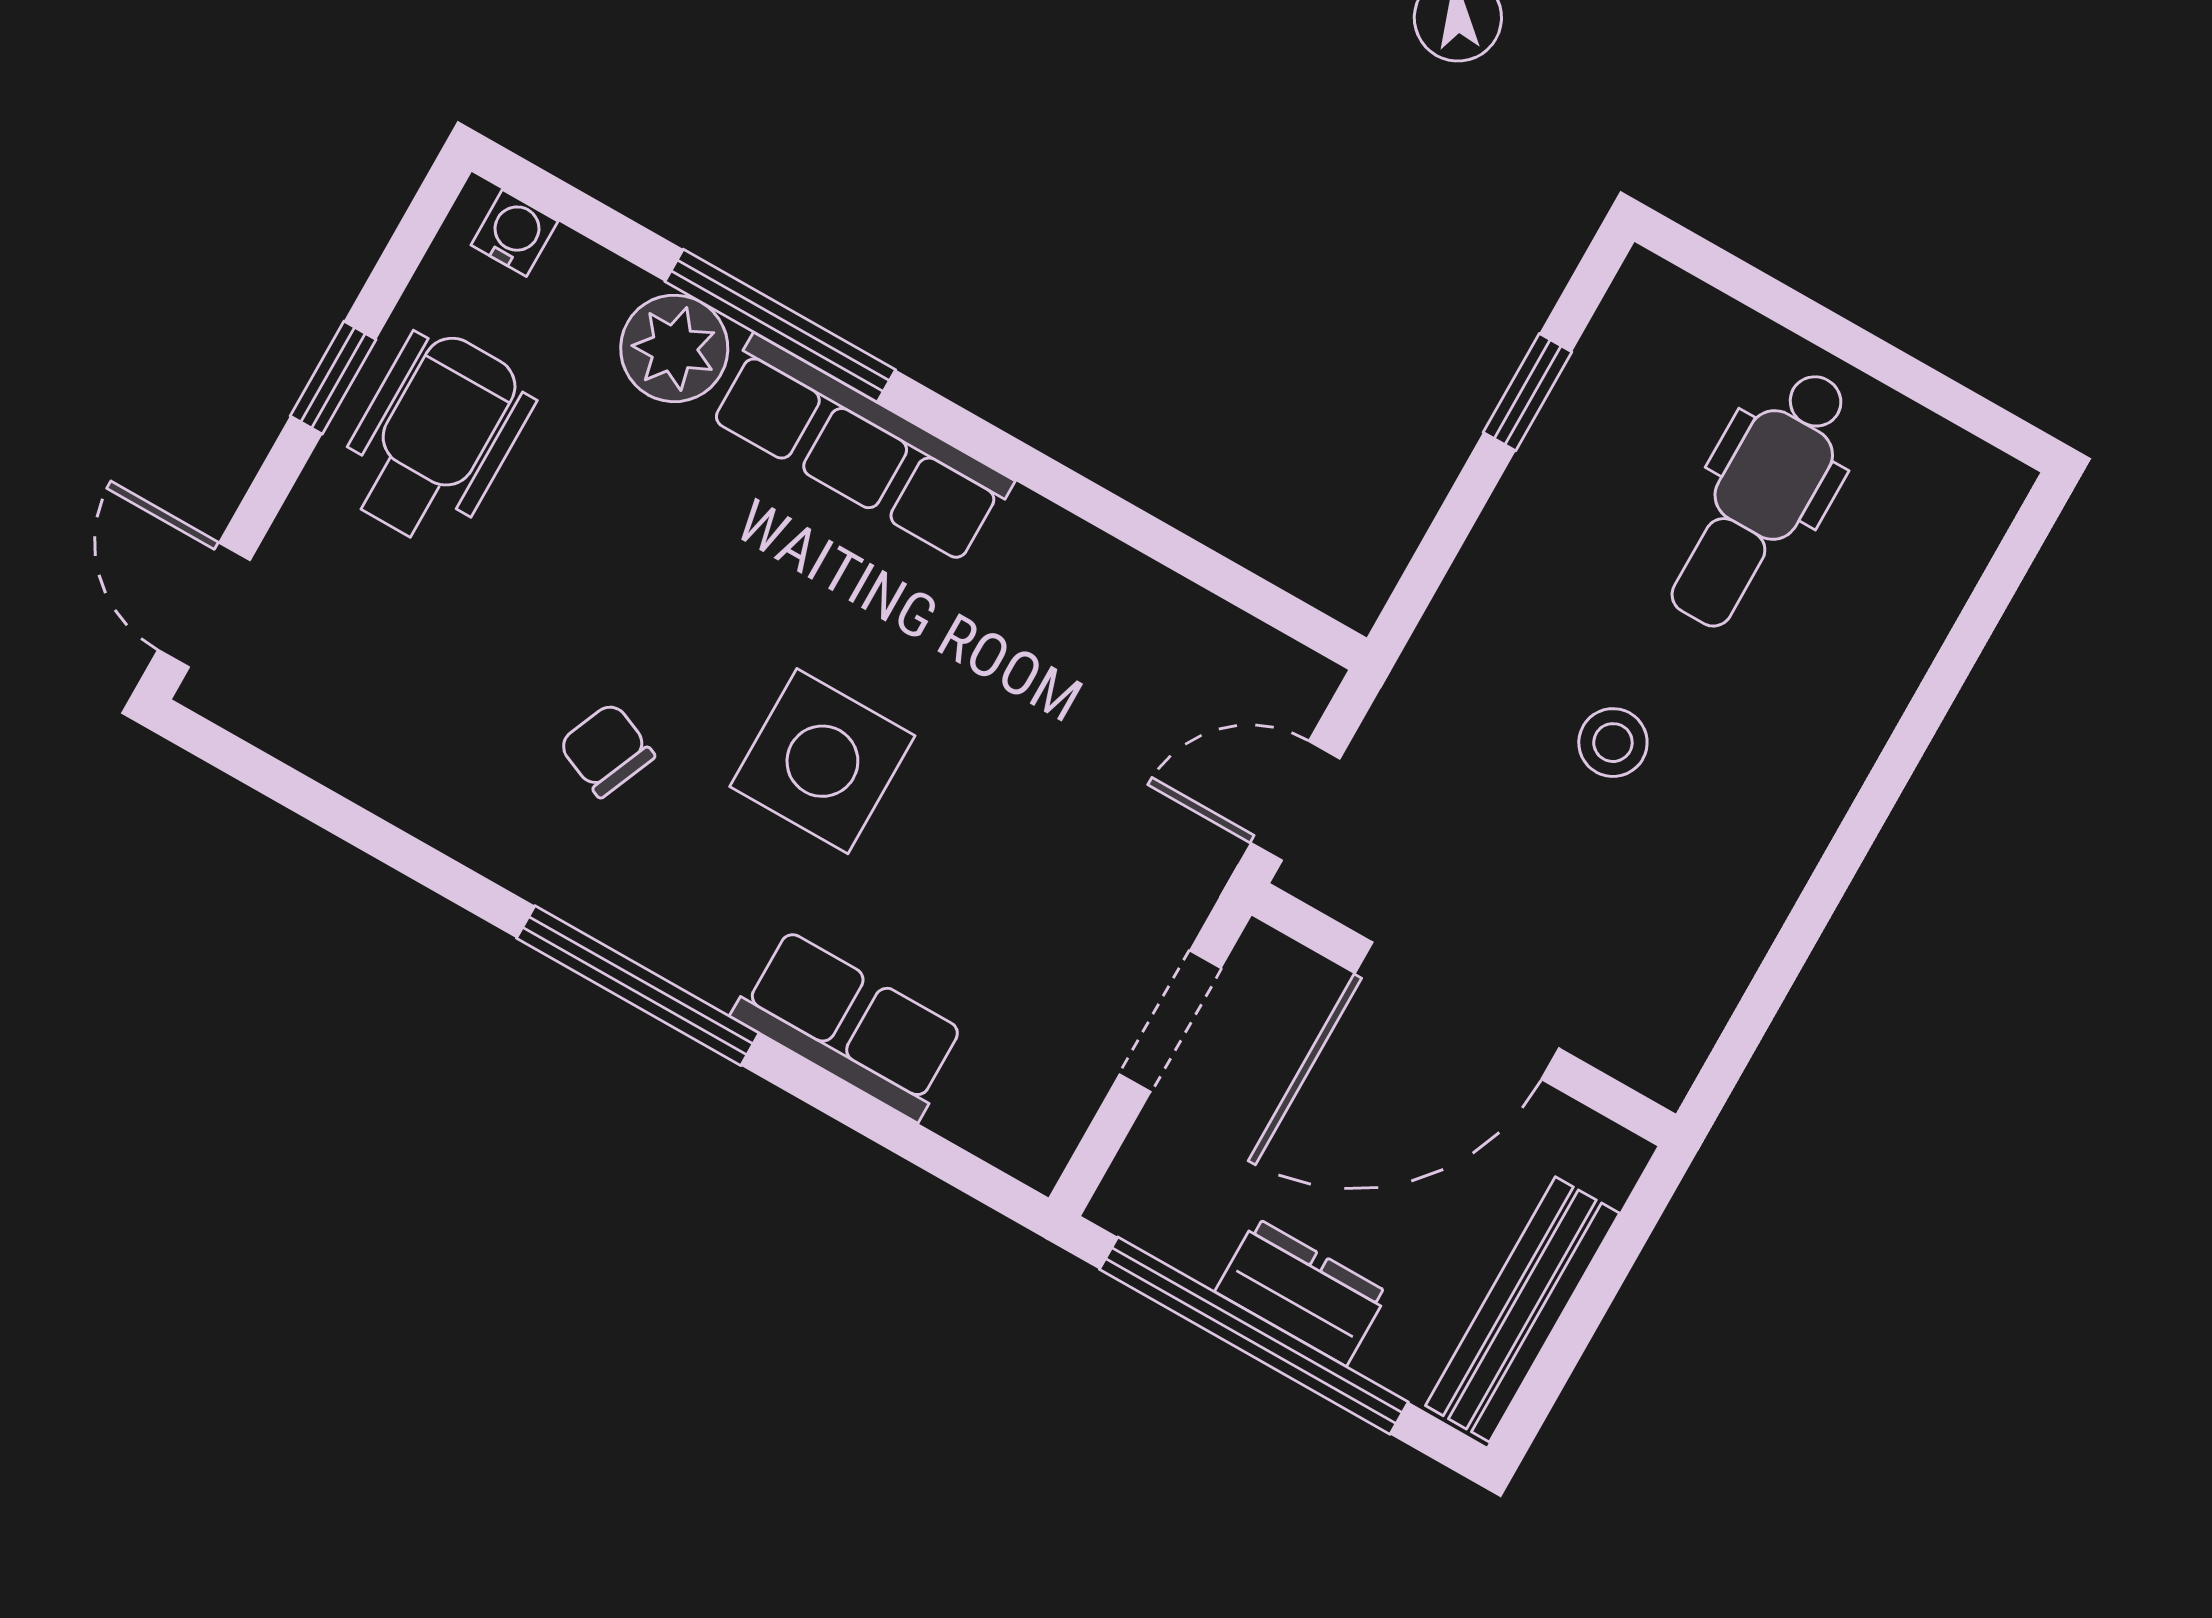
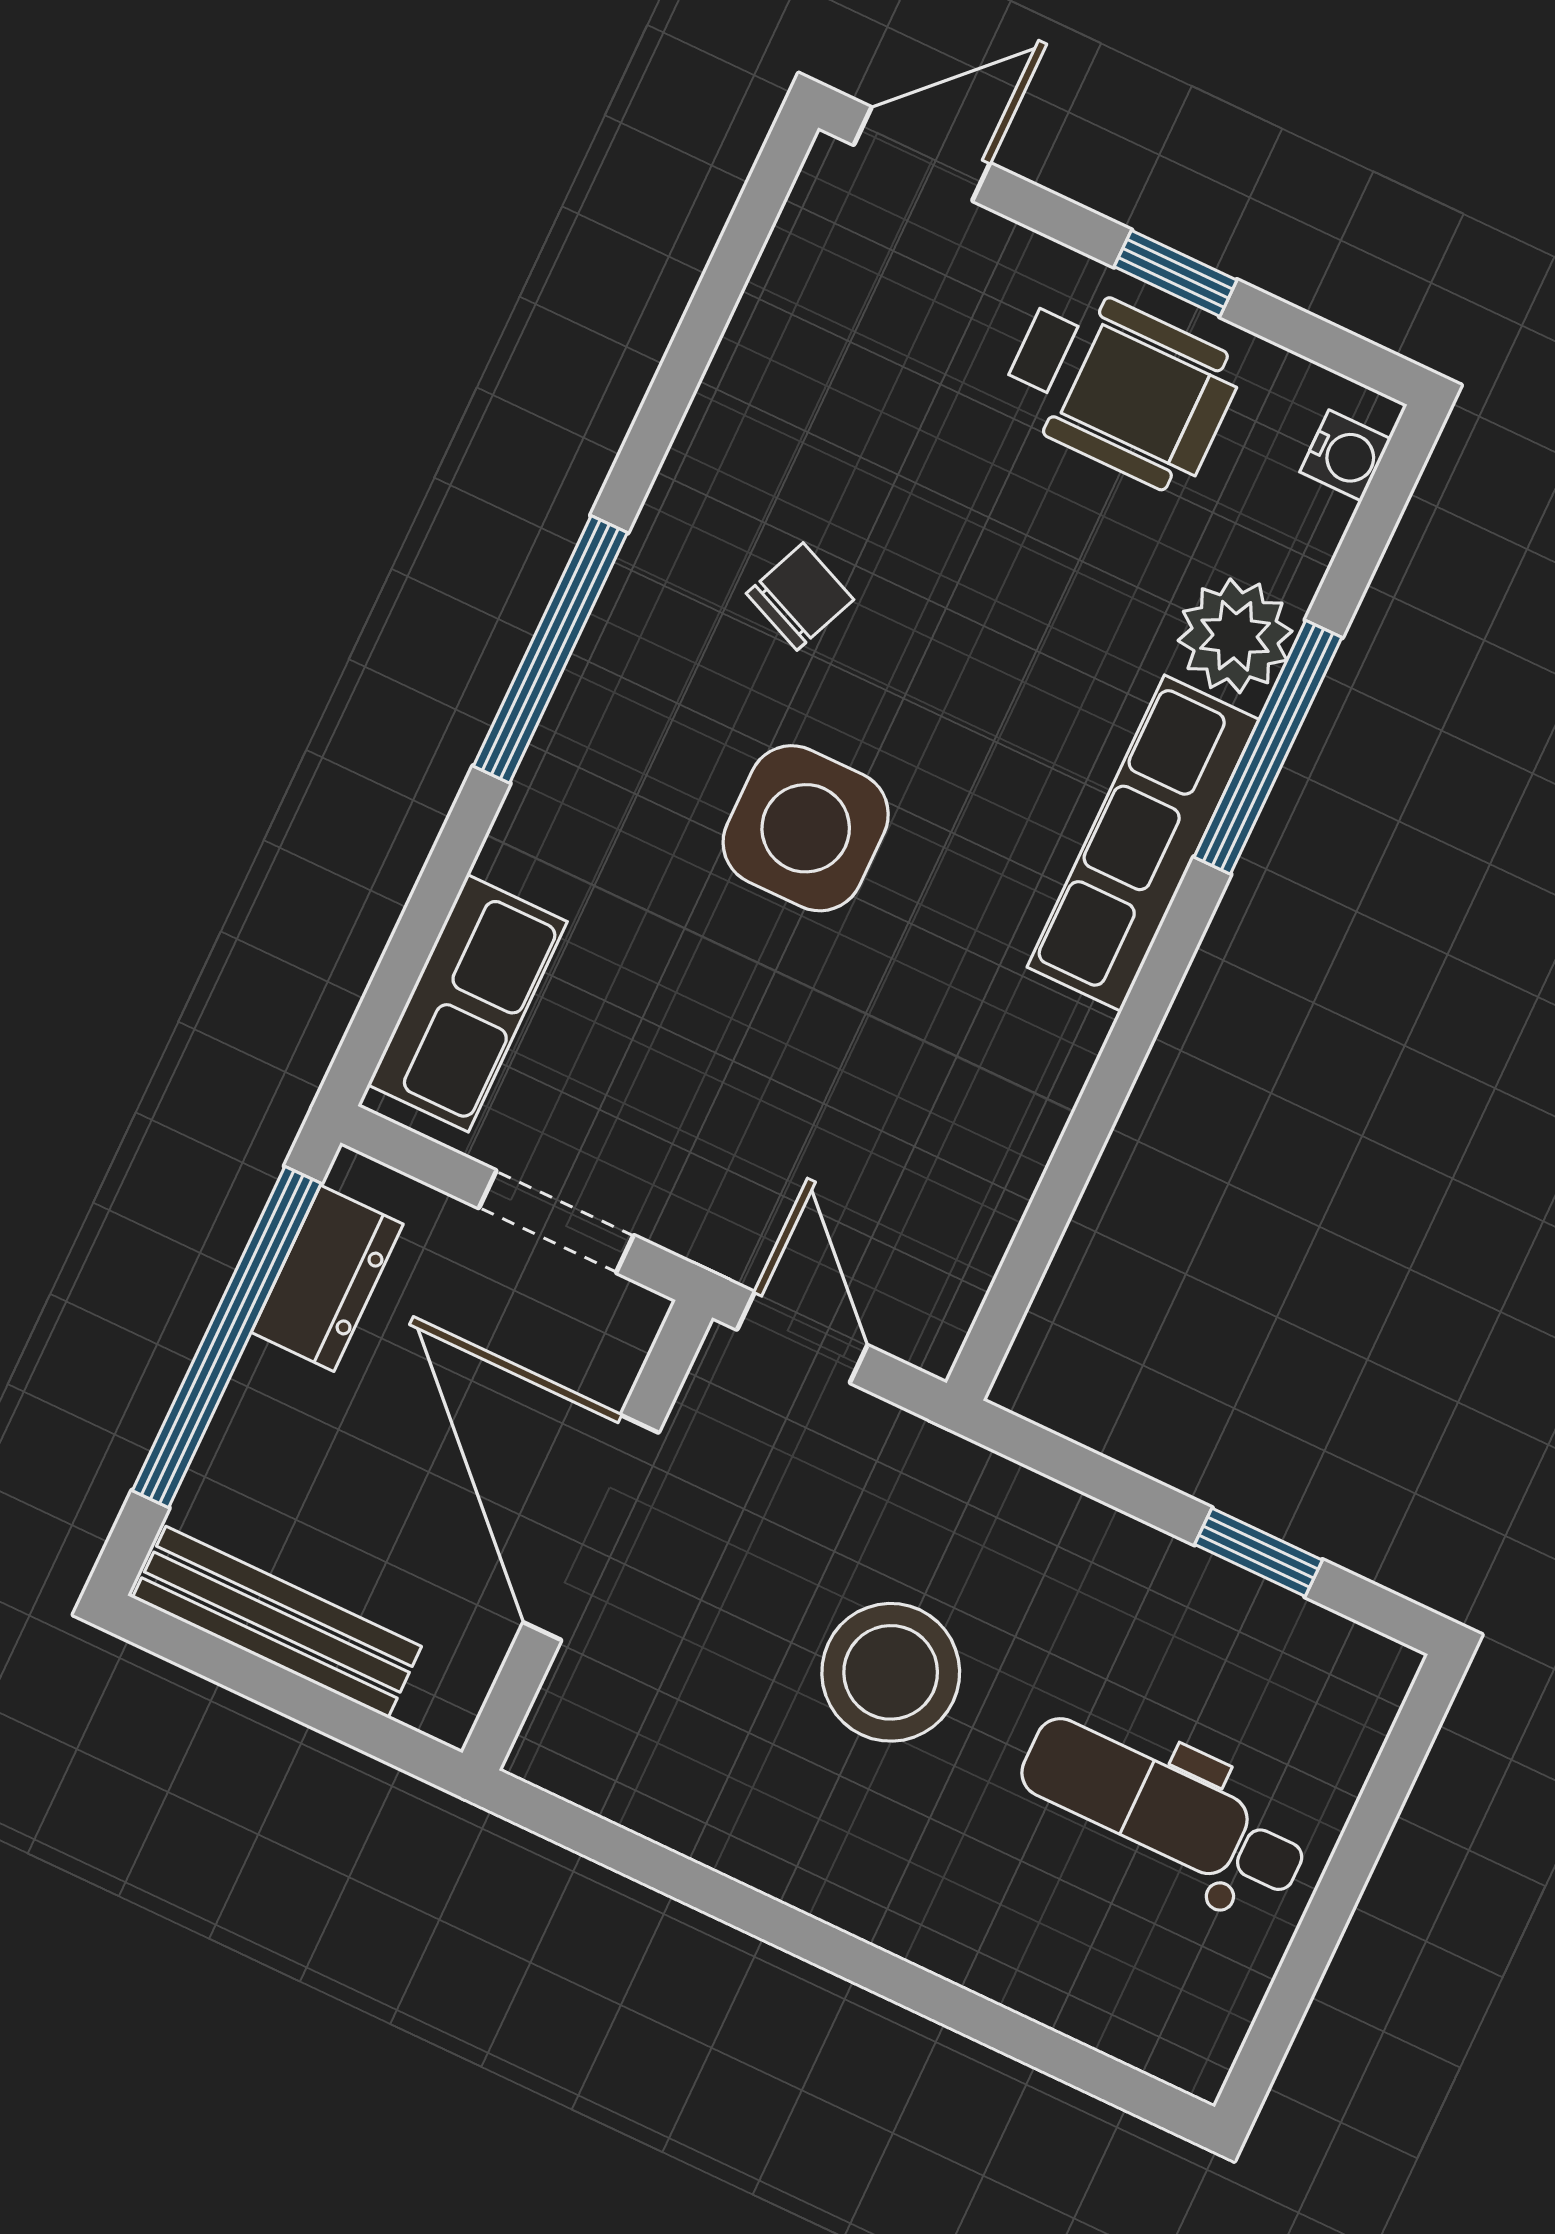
stool: (1613, 743) -> (891, 1672), width x1.89, depth x1.89
row of seats: (849, 1025) -> (468, 1003), moved
dresser: (1301, 1292) -> (327, 1278), moved

